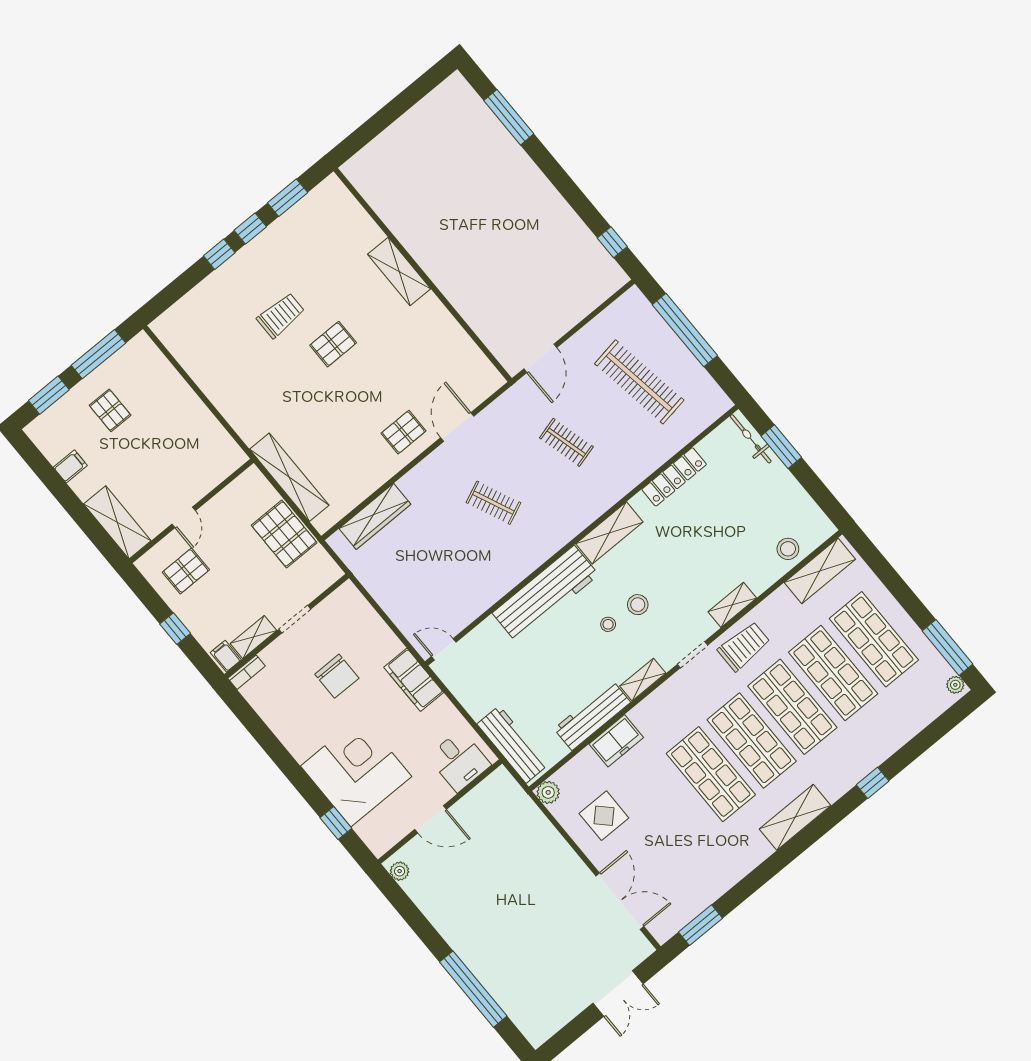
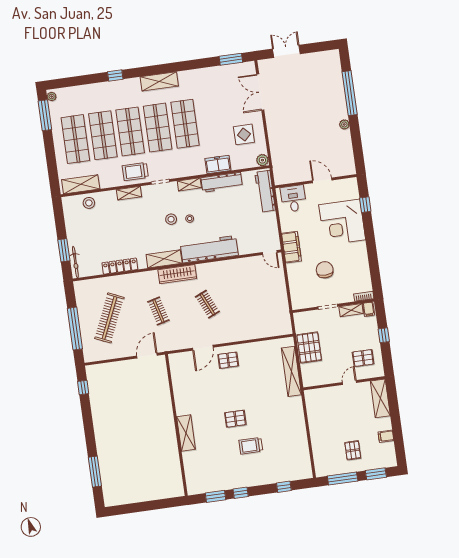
window: (219, 254) -> (284, 487), moved
clothes rail: (639, 382) -> (109, 318), turned 33
wardrobe: (375, 516) -> (177, 274), moved, turned 180
plant: (400, 871) -> (344, 124), moved

